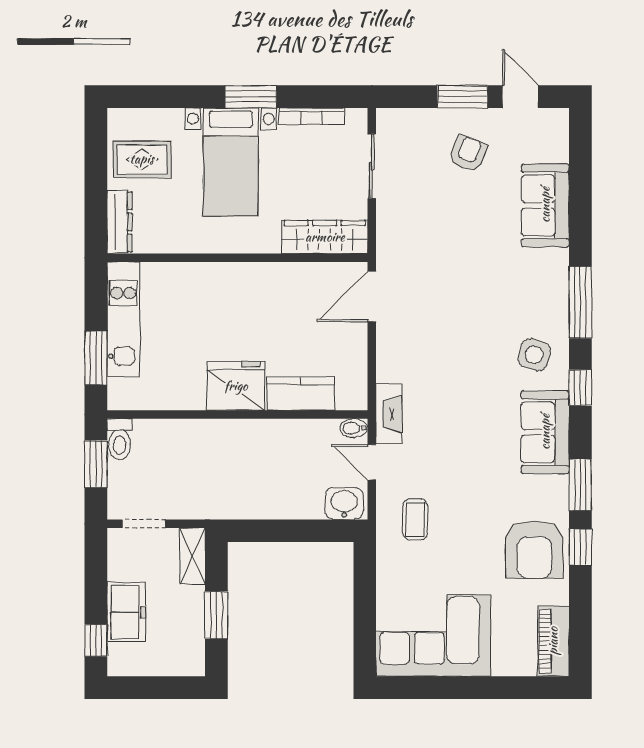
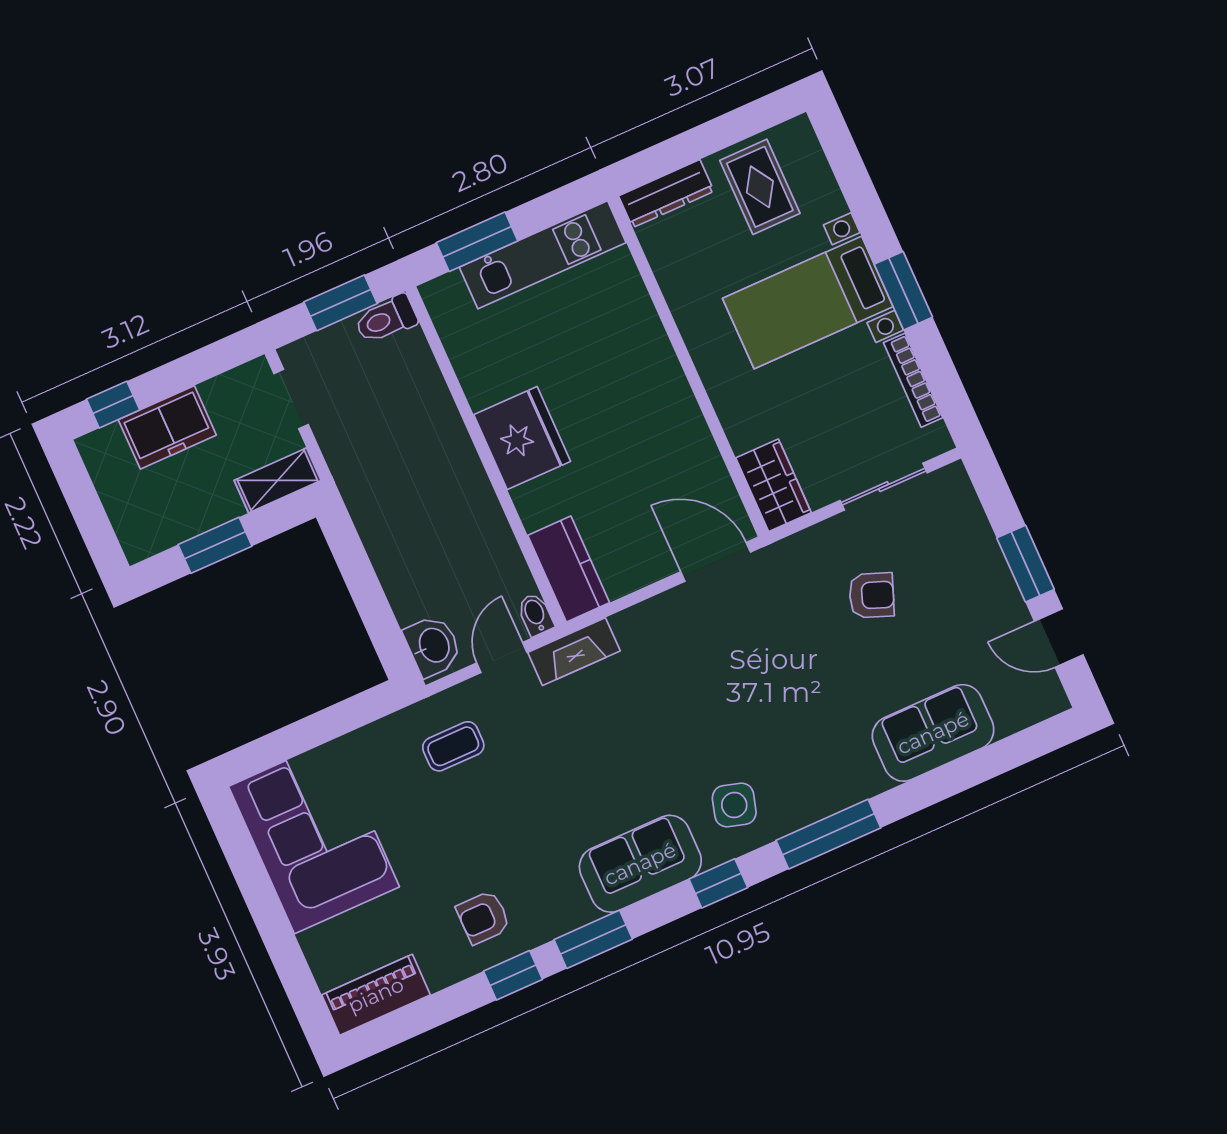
door: (520, 97) -> (1059, 638), swing flipped
armchair: (468, 154) -> (872, 595), moved
wardrobe: (325, 237) -> (773, 485), width x0.67
kitchen counter: (301, 394) -> (569, 569), moved
armchair: (534, 549) -> (483, 917), width x0.53, depth x0.53

